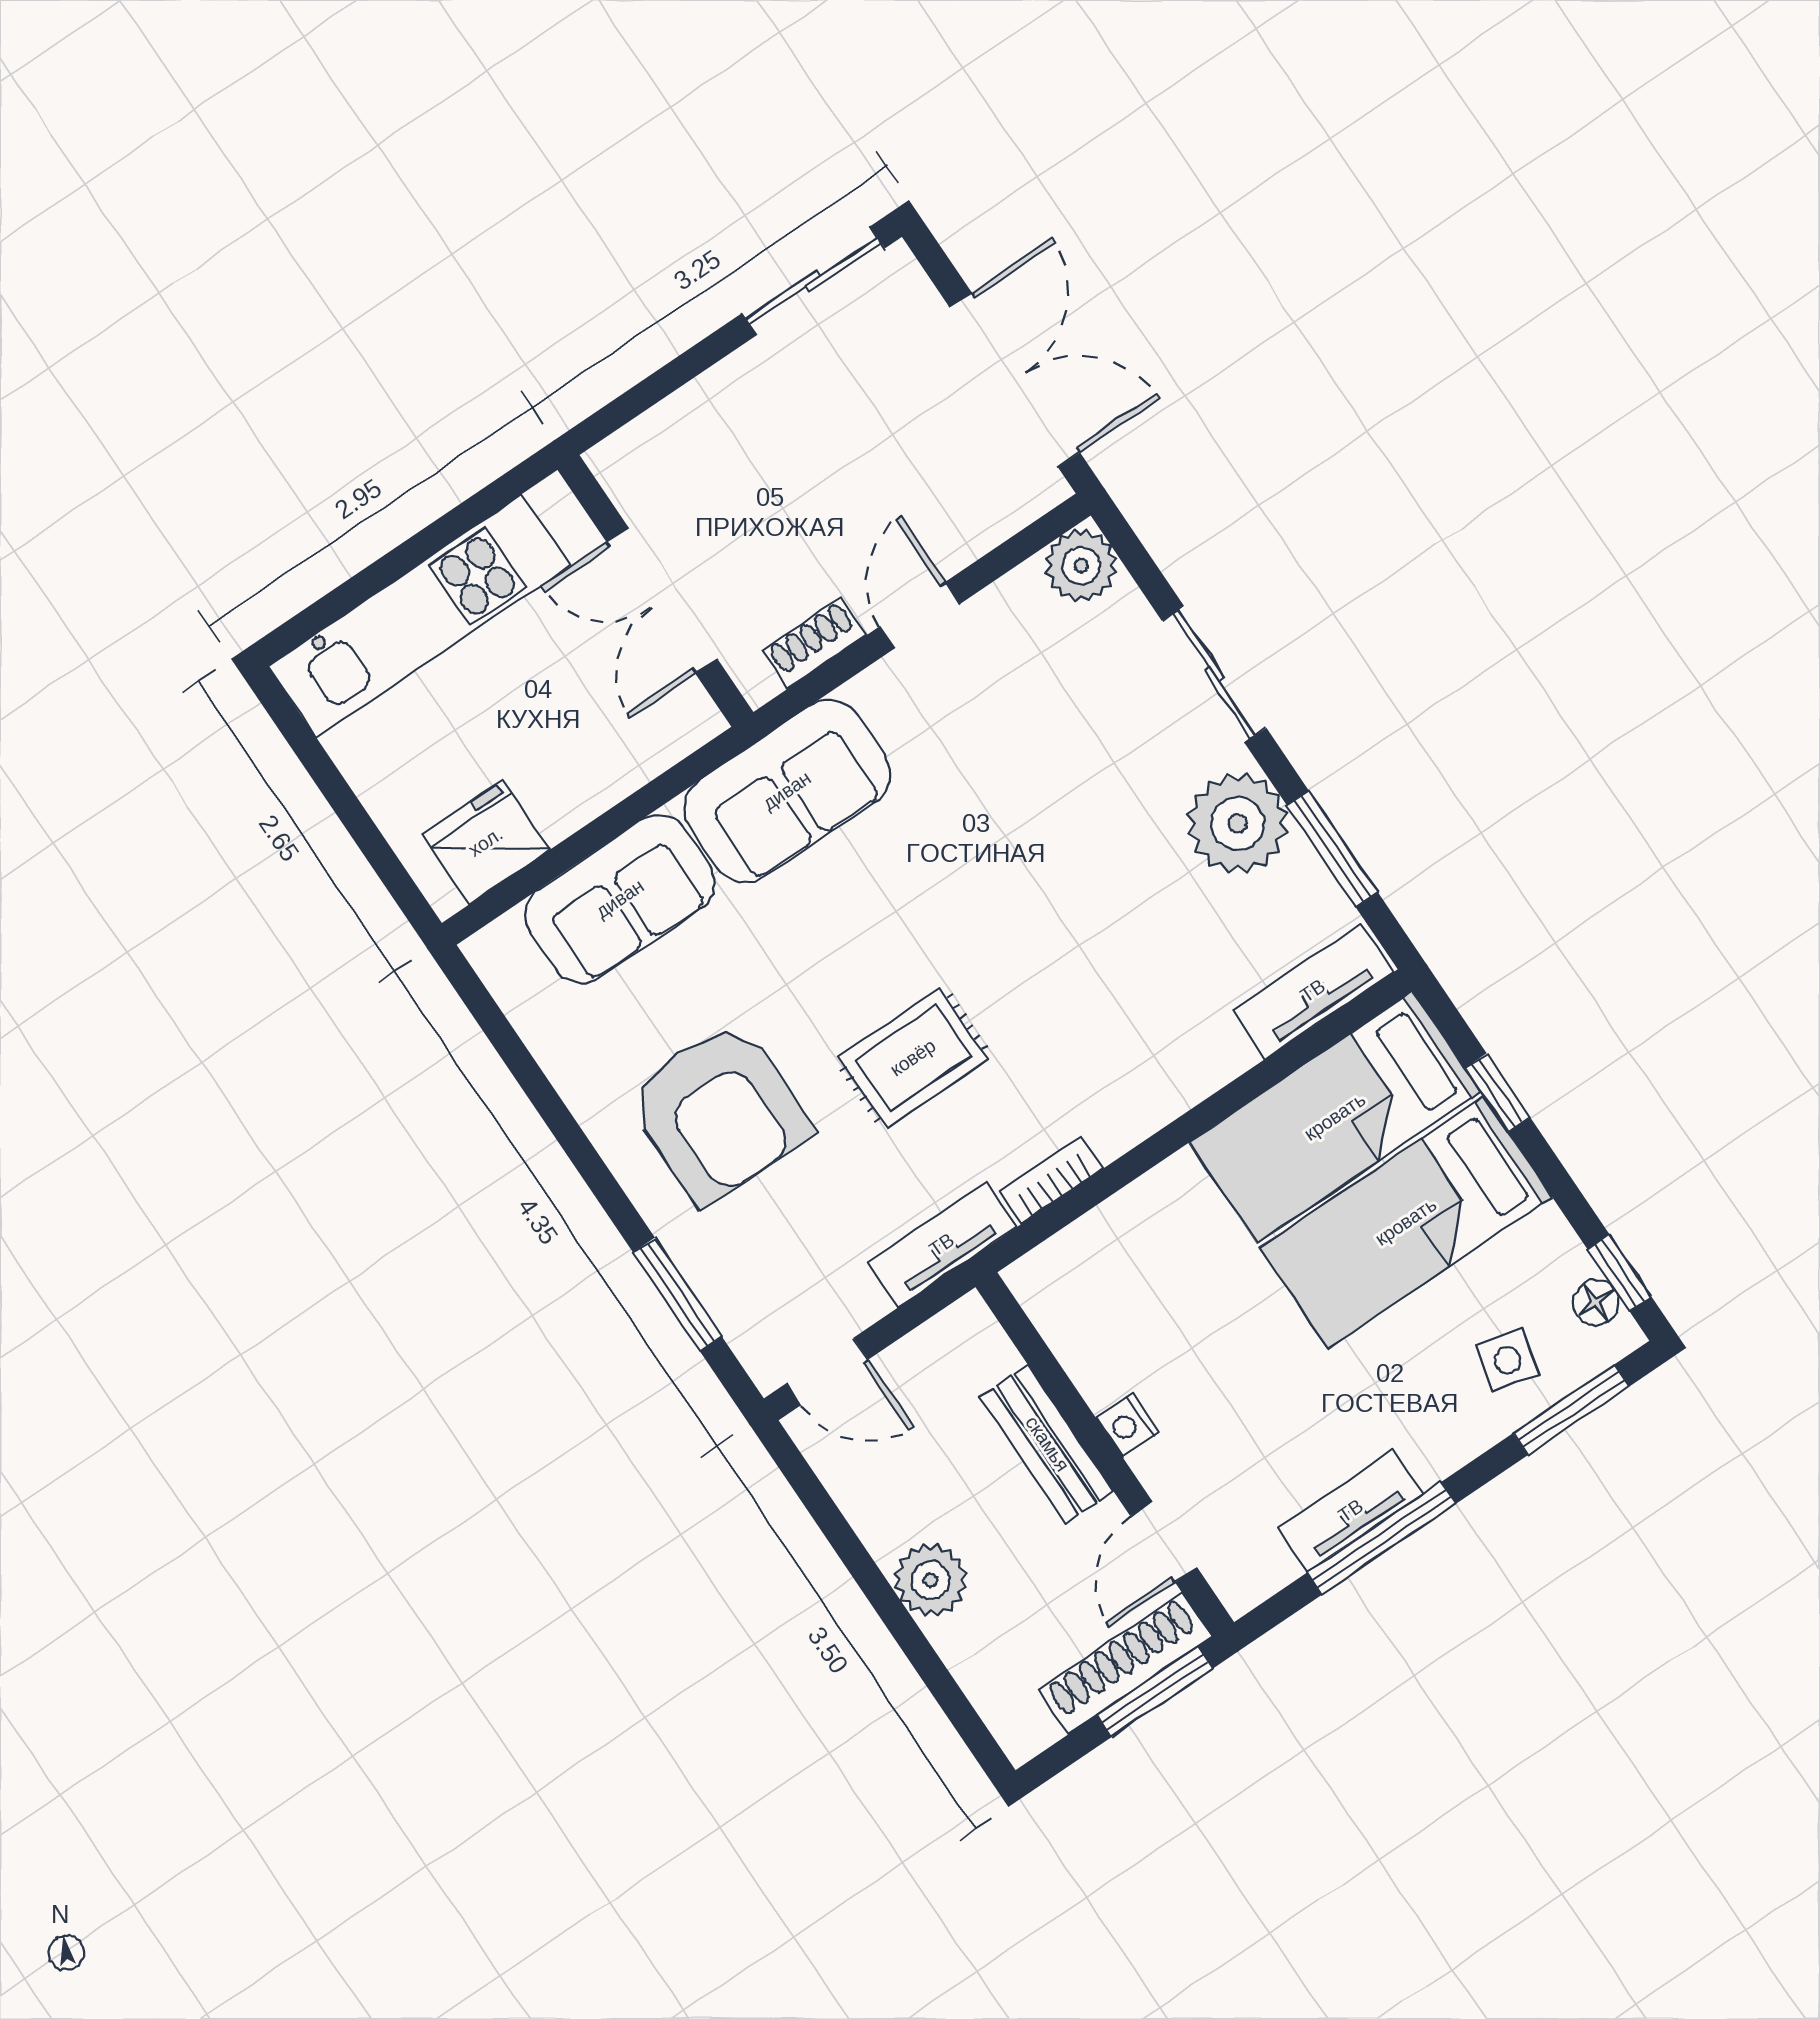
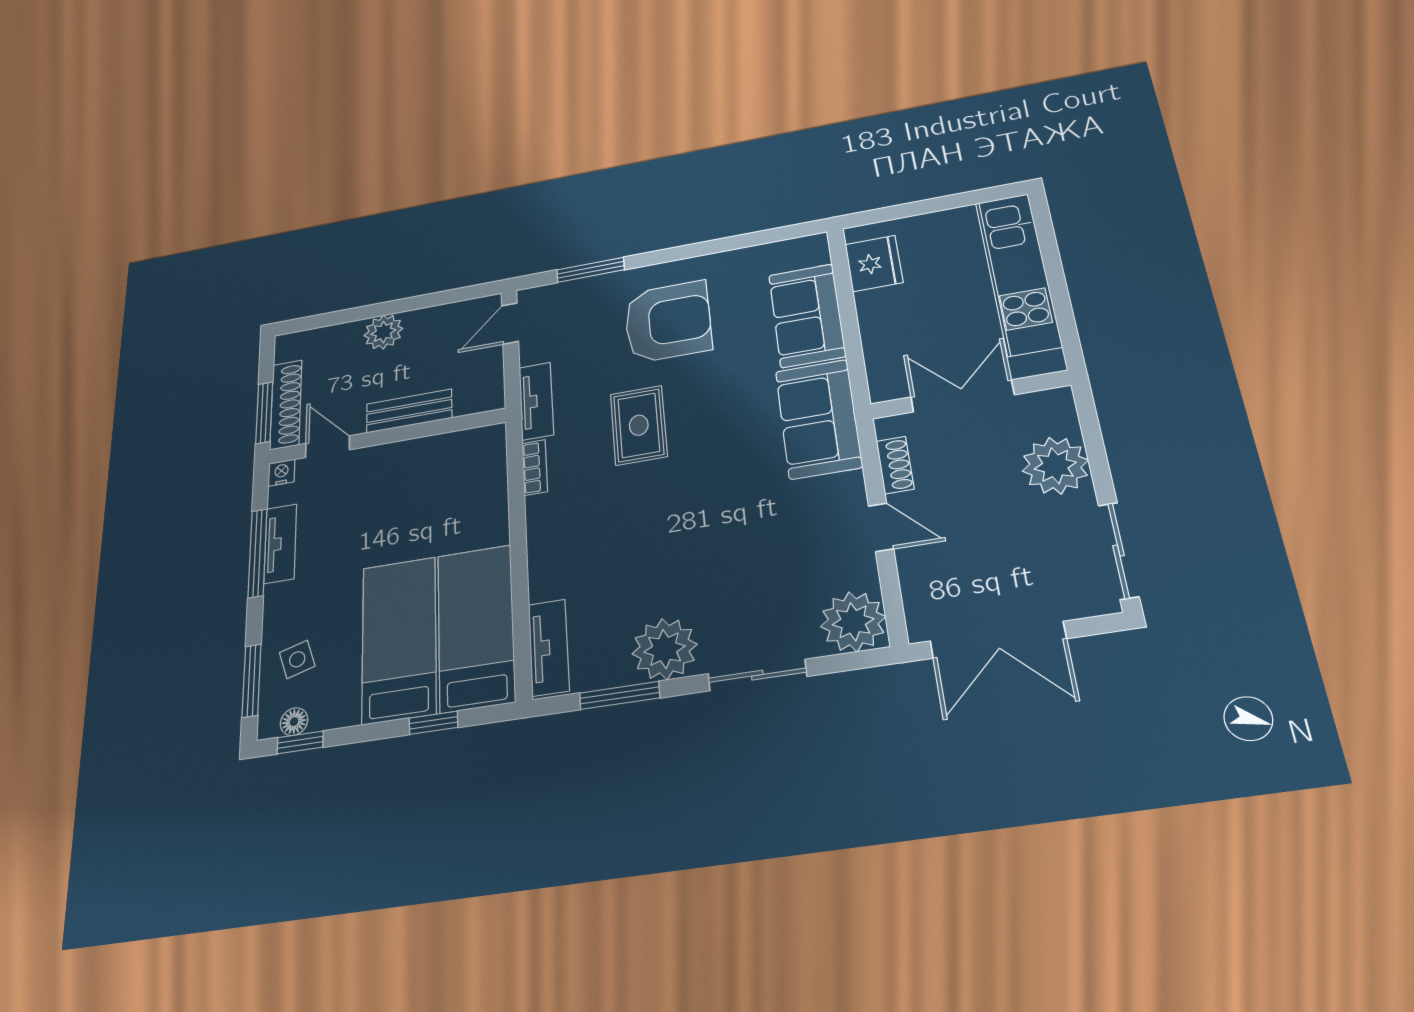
plant: (720, 420) -> (1055, 466), added
plant: (1081, 566) -> (853, 622), width x1.36, depth x1.36
armchair: (719, 1113) -> (668, 322), turned 180
side table: (1508, 1360) -> (297, 659), turned -31
nightstand: (1128, 1425) -> (281, 473), moved

